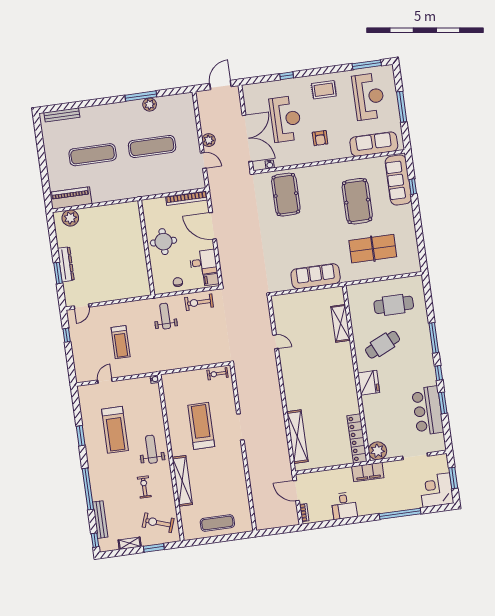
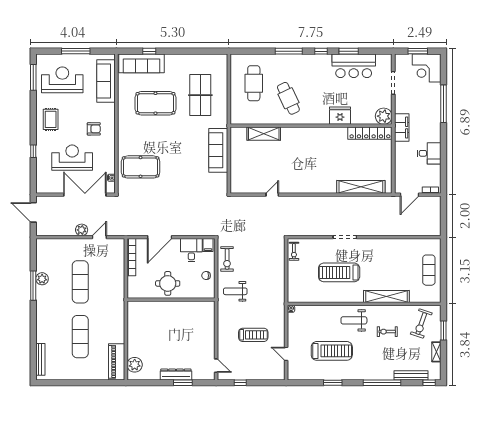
fridge: (369, 383) -> (340, 116), moved

